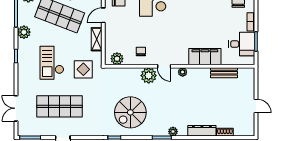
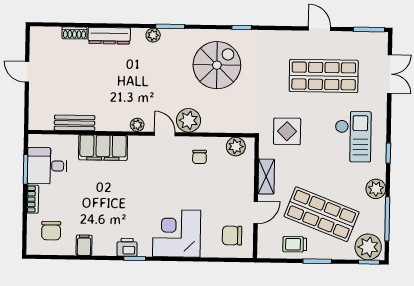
checkout: (52, 63) -> (353, 137), moved

